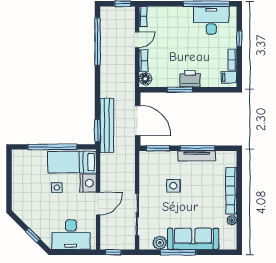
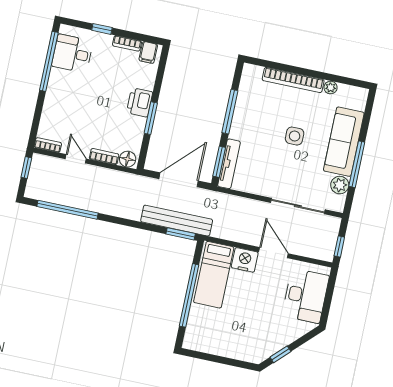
desk: (211, 20) -> (72, 54), width x0.73
tv unit: (197, 156) -> (229, 164), moved
side table: (173, 186) -> (295, 136), moved
side table: (57, 188) -> (242, 301), removed
window: (33, 235) -> (280, 354), moved

